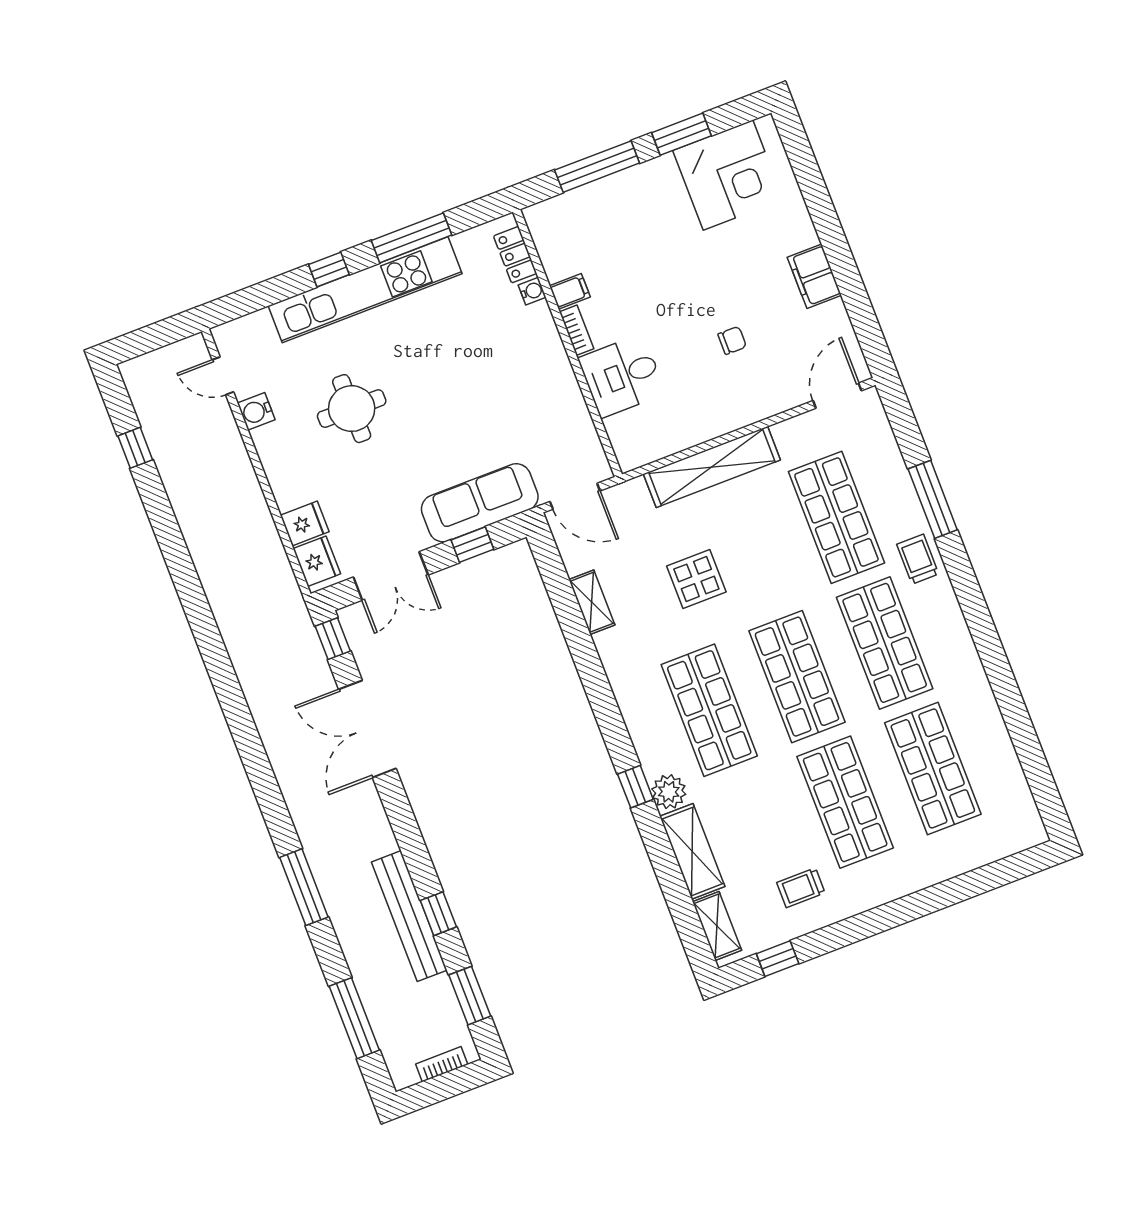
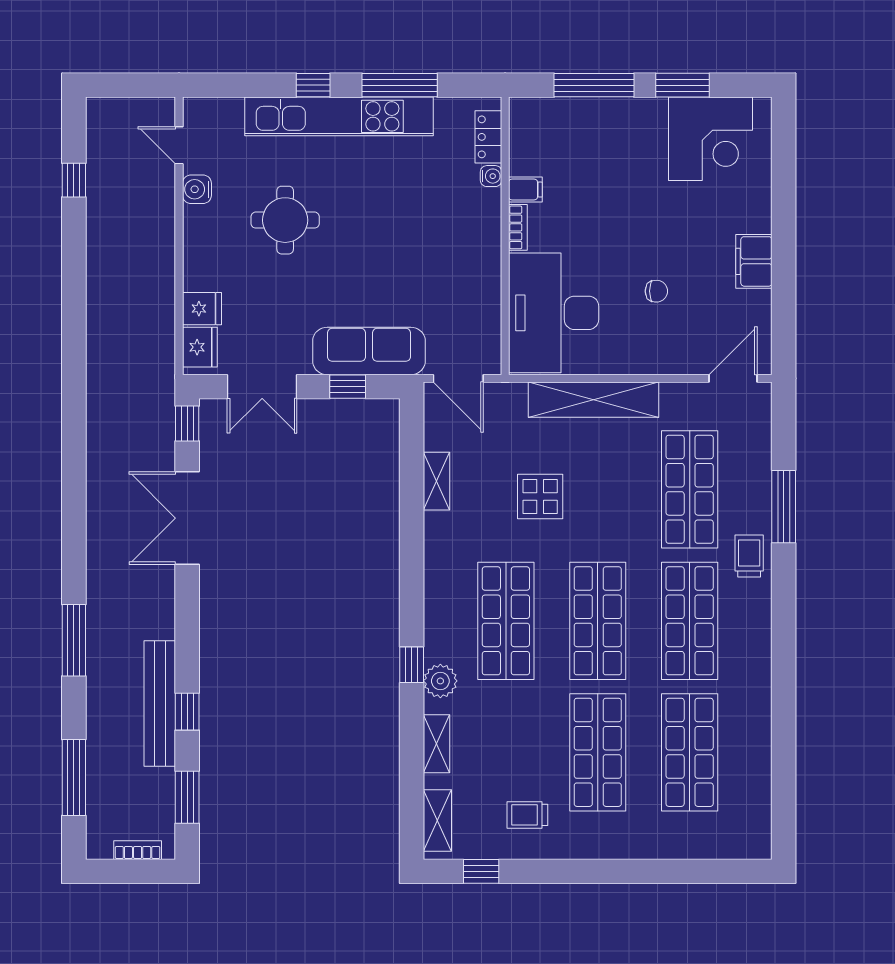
desk: (622, 376) -> (554, 313), width x1.87, depth x1.30
shelving: (692, 851) -> (437, 744), width x0.67, depth x0.75

